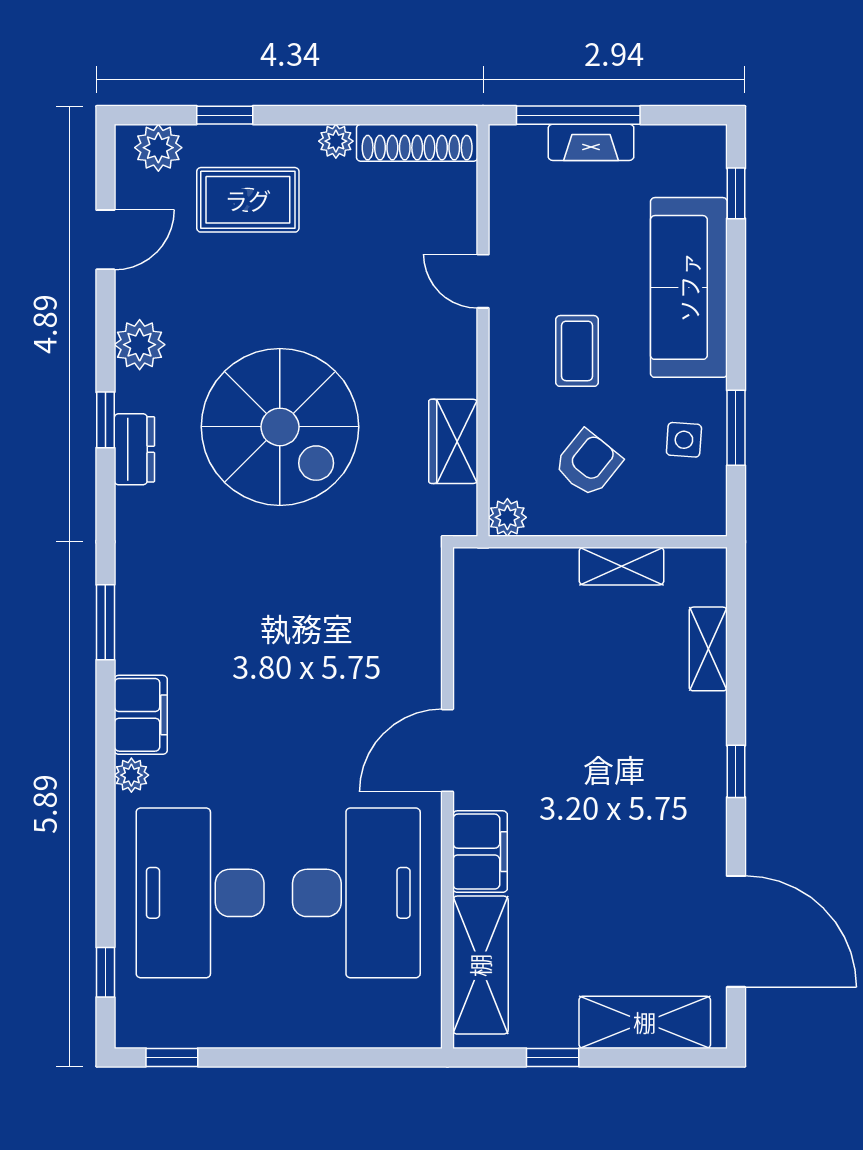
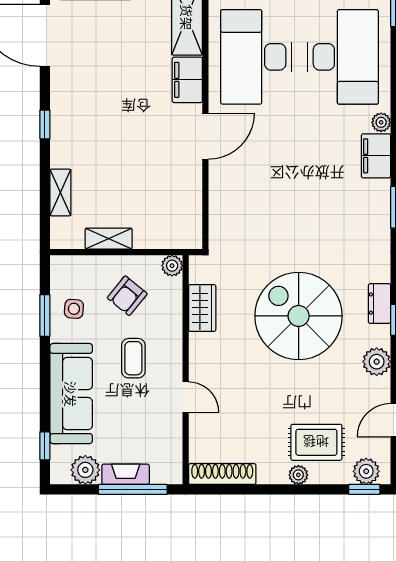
window: (225, 115) -> (364, 489), moved
plant: (336, 141) -> (298, 475), moved
plant: (663, 150) -> (85, 470), added

